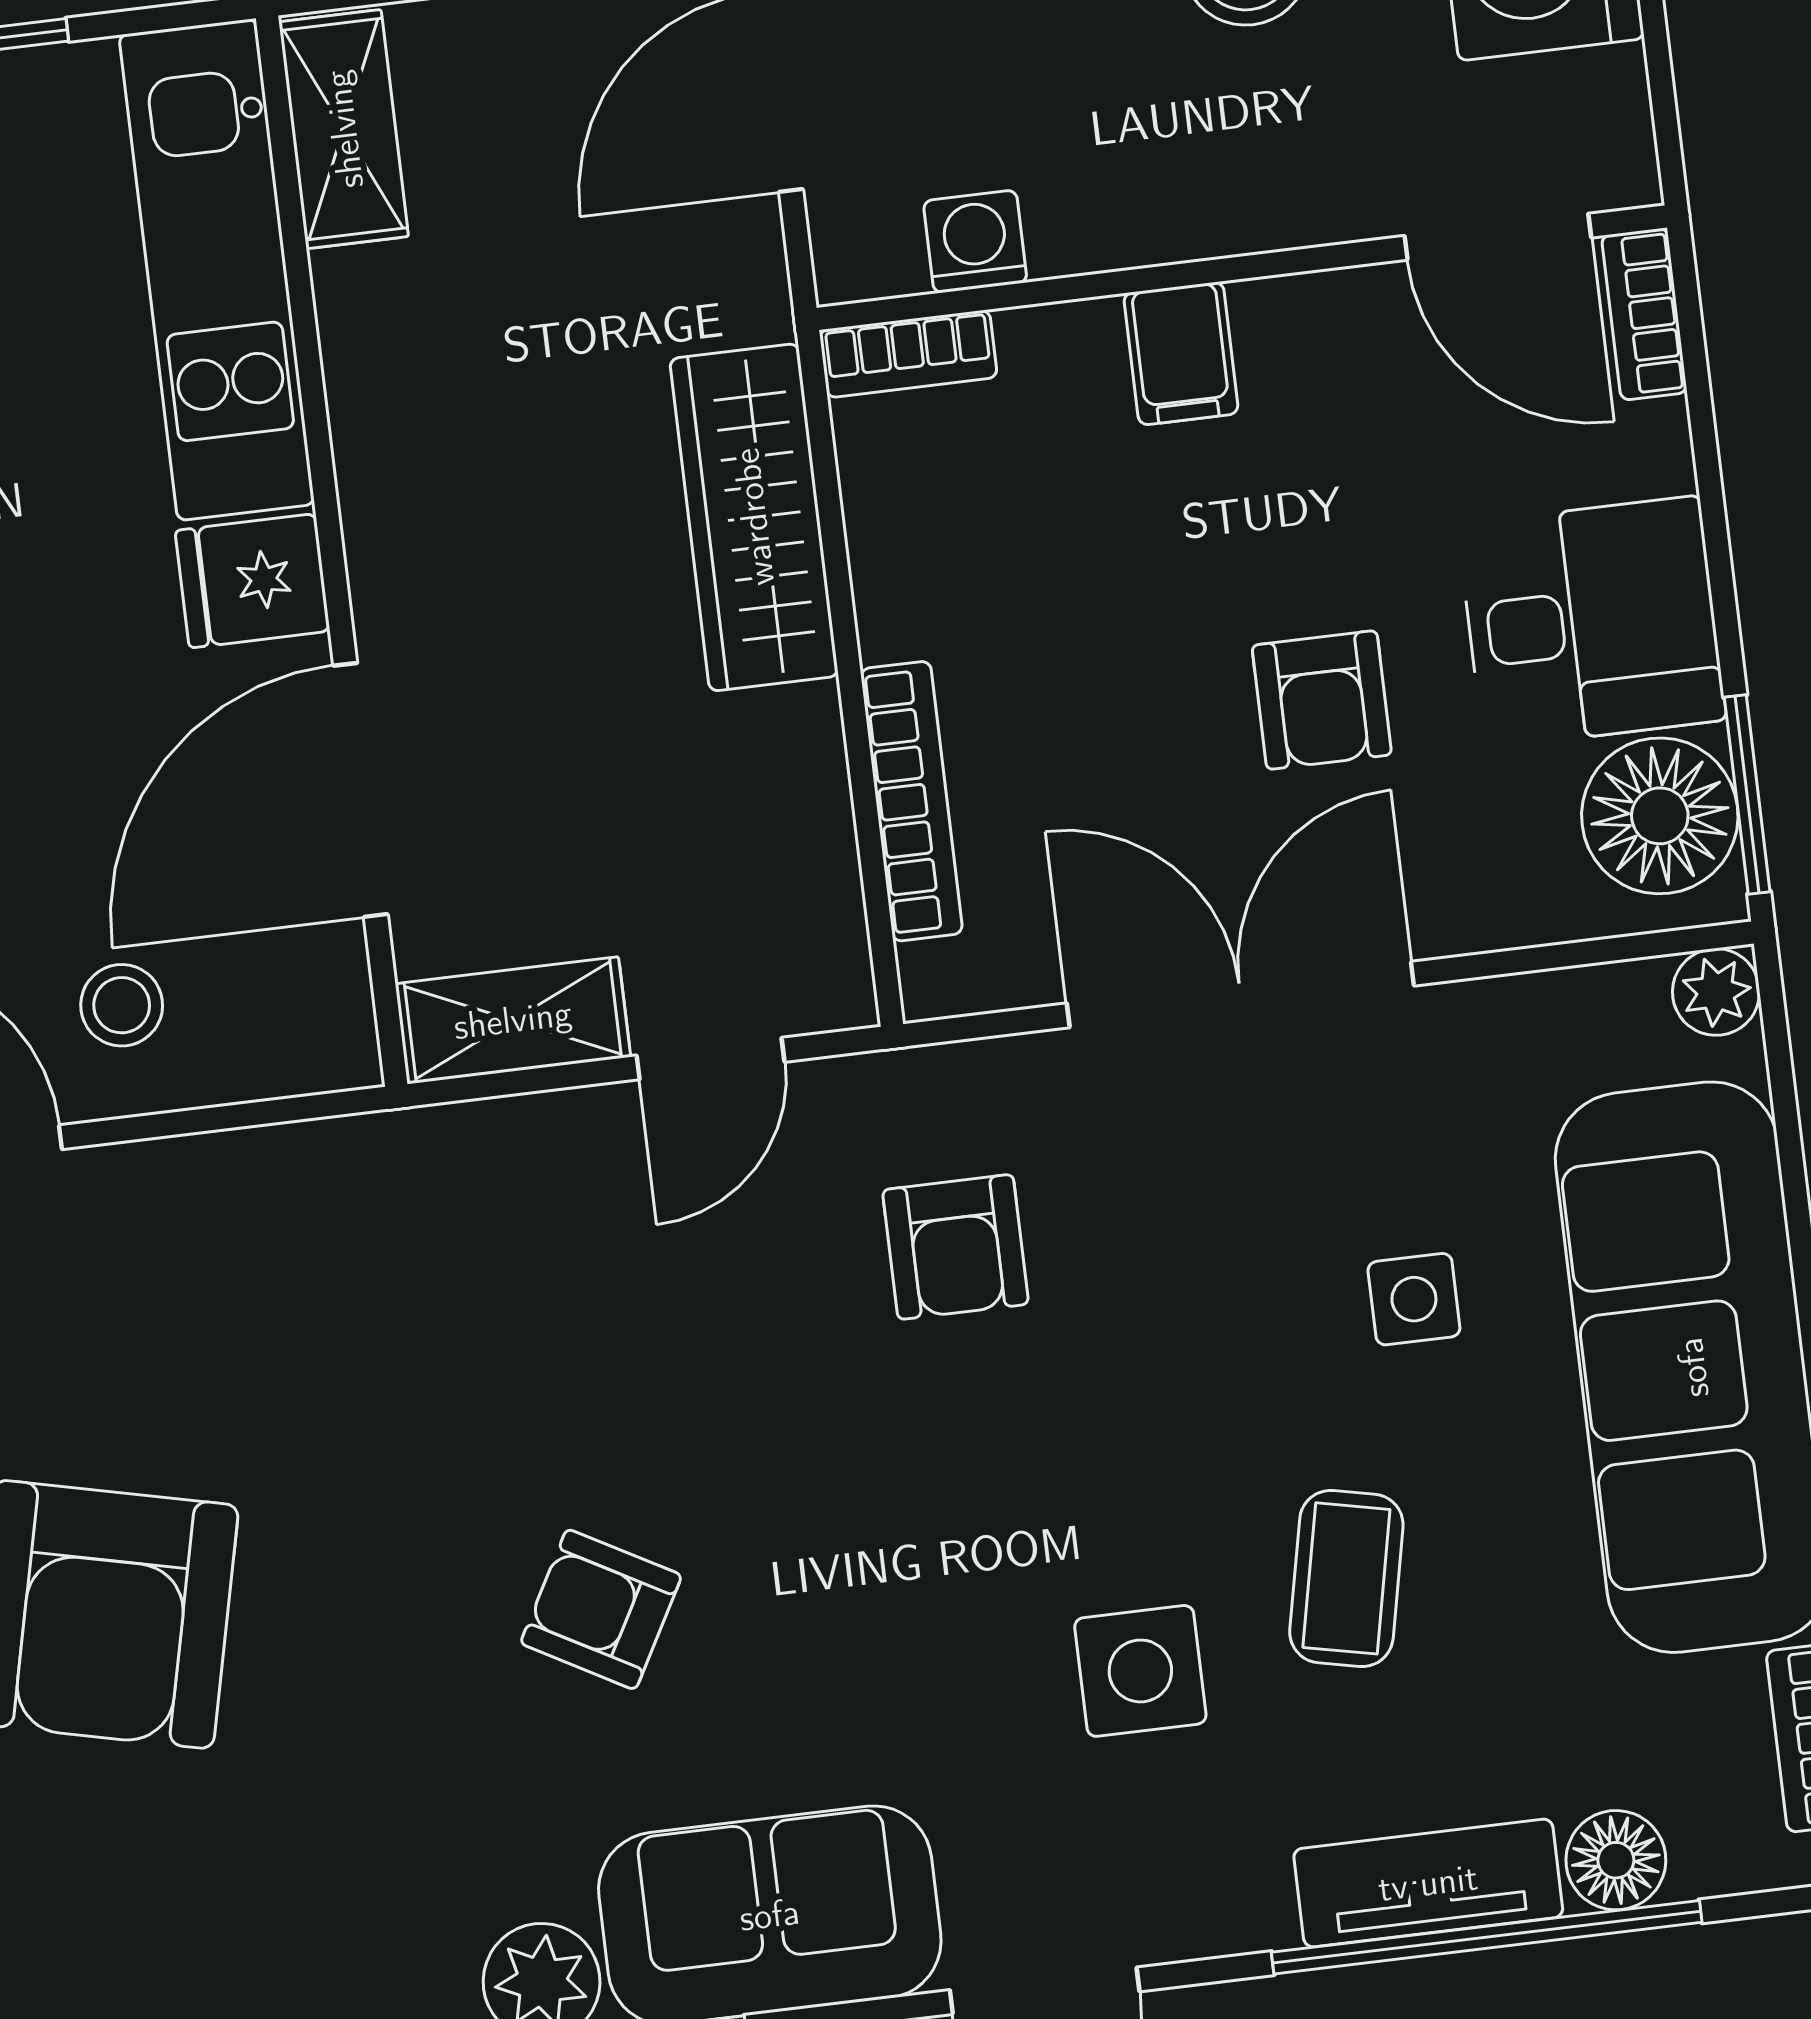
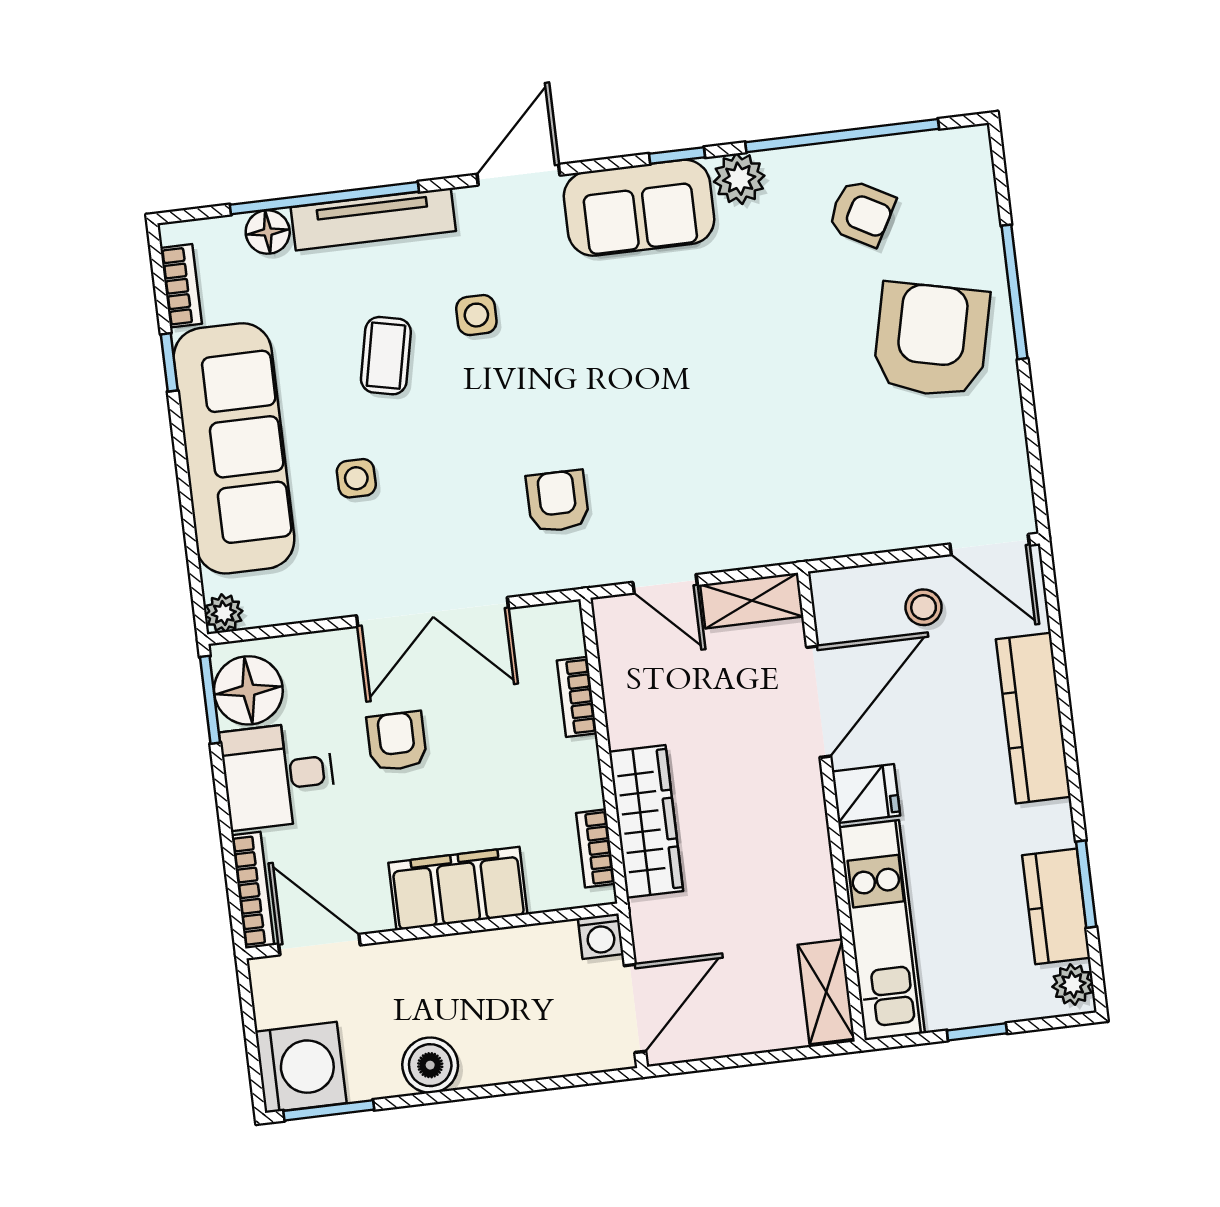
washing machine: (975, 242) -> (601, 936), moved
bookcase: (1644, 314) -> (253, 890), width x1.56
filing cabinet: (1181, 353) -> (458, 889), width x3.00, depth x1.17
bookcase: (908, 354) -> (596, 848), moved, turned -90
bookcase: (912, 801) -> (577, 697), width x0.64
door: (711, 1059) -> (665, 584), swing flipped
armchair: (601, 1609) -> (862, 213), moved
side table: (1140, 1671) -> (476, 315), width x0.73, depth x0.73
tv unit: (1428, 1883) -> (373, 219), width x1.41

